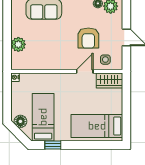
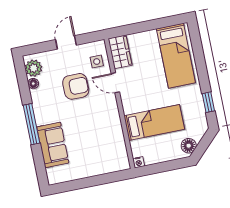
plant: (18, 44) -> (100, 166), removed
bed: (43, 117) -> (154, 122), moved, turned 180

